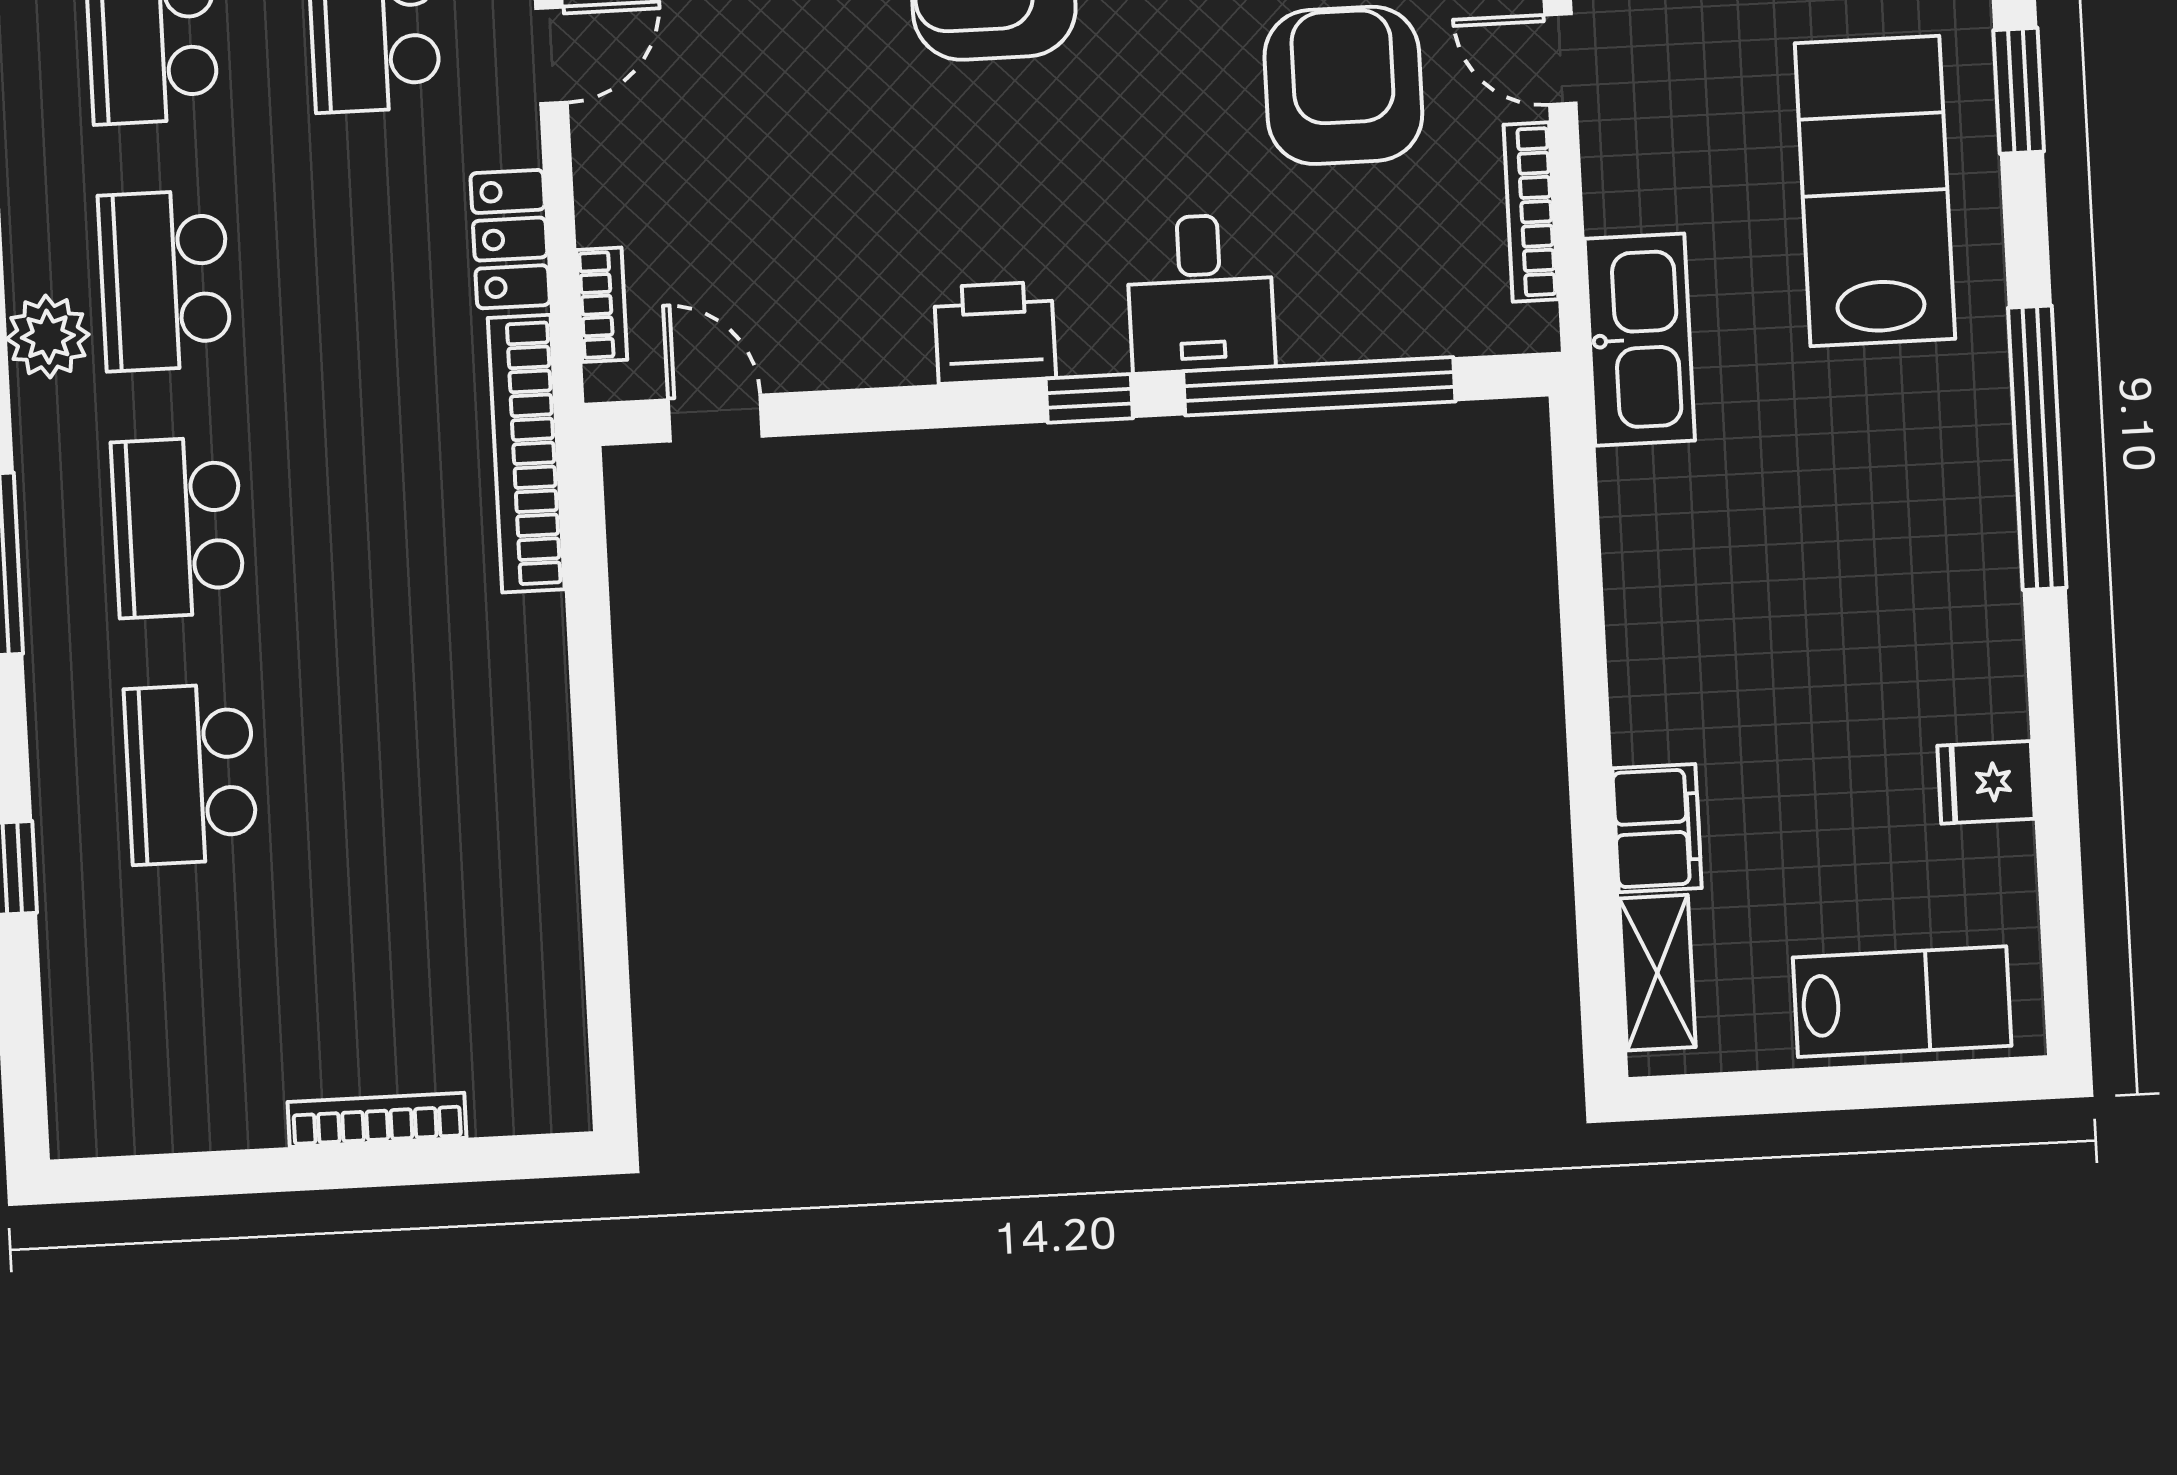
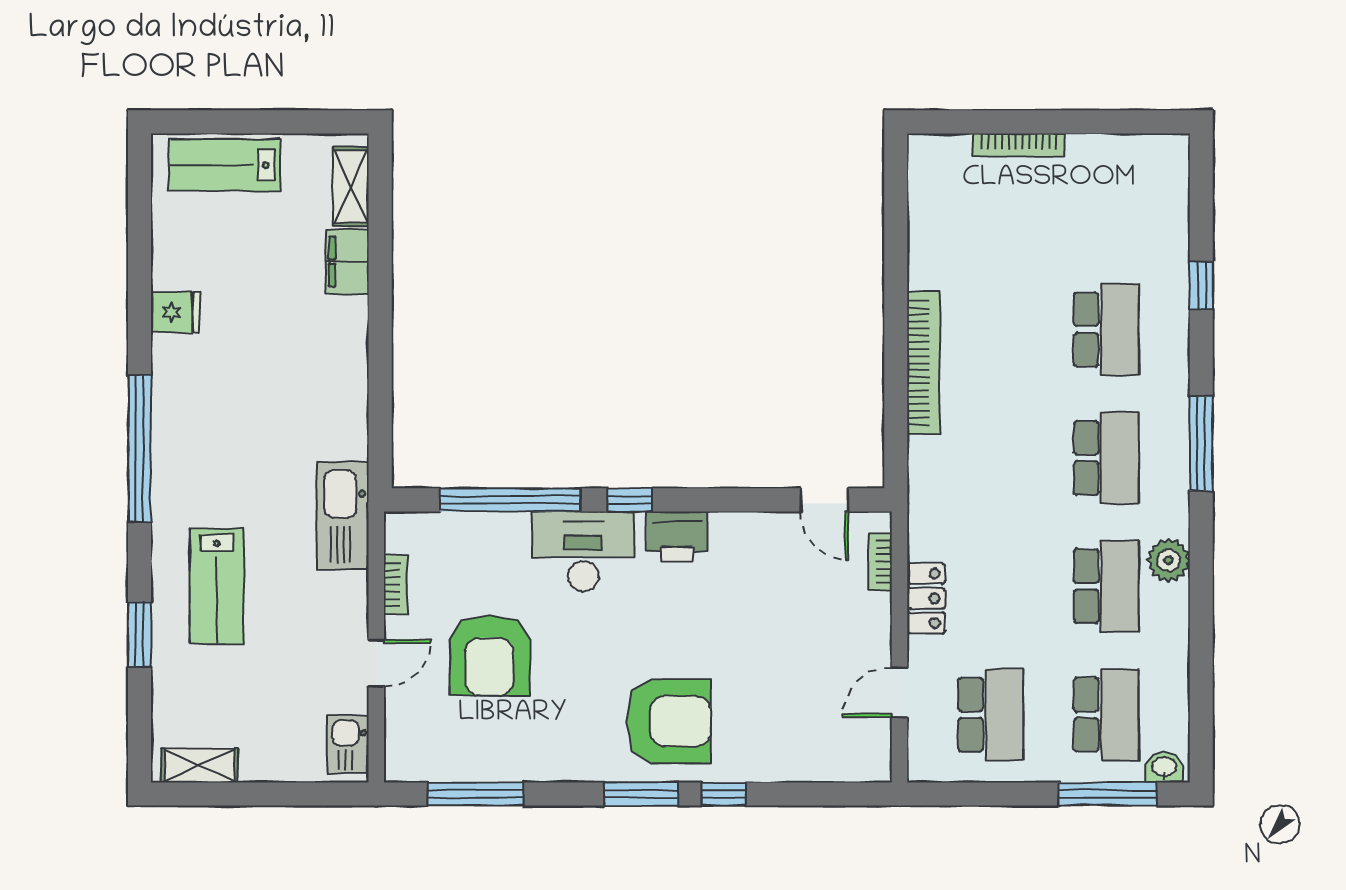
door: (1560, 59) -> (376, 663), hinge flipped
lab bench: (1875, 191) -> (217, 586), width x0.73, depth x0.72
bookcase: (1531, 212) -> (396, 585), width x0.64
desk: (1200, 293) -> (583, 551), width x1.37
bookcase: (526, 454) -> (923, 363), moved
fridge: (1986, 782) -> (175, 312), moved

